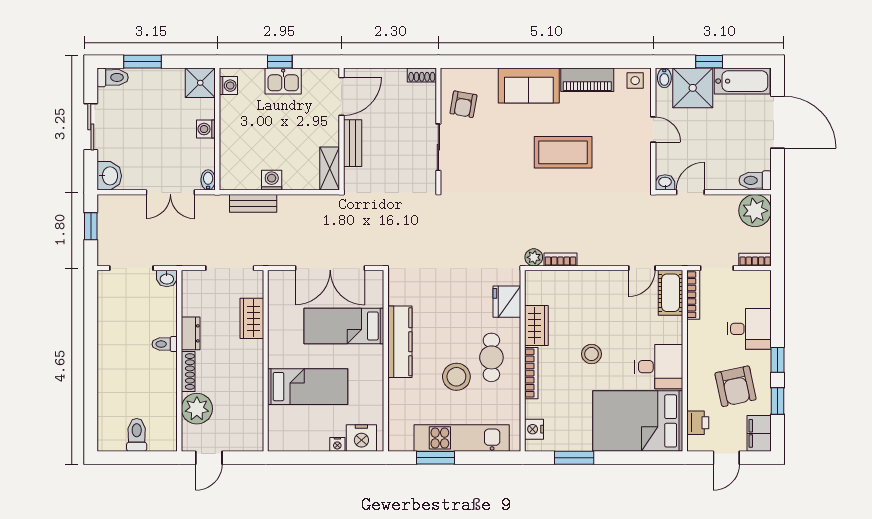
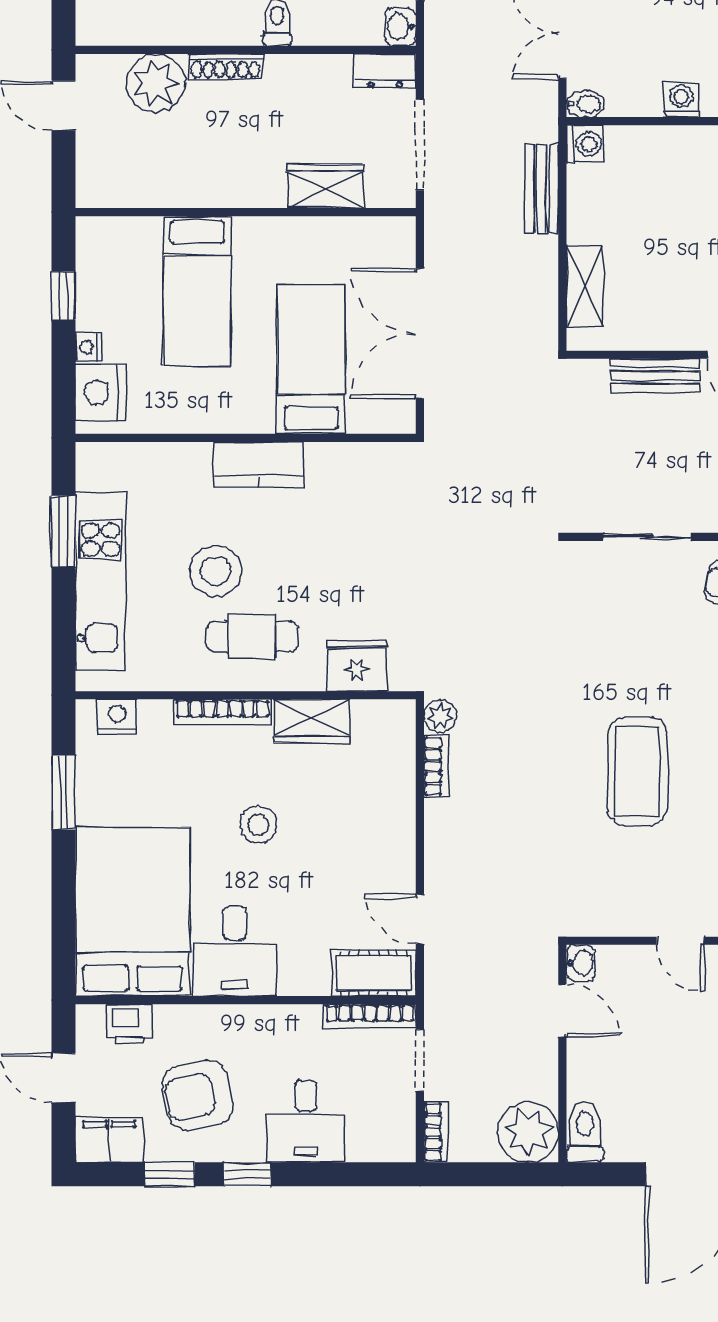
door: (653, 130) -> (680, 941), hinge flipped
shelving: (330, 168) -> (585, 286), moved, turned 90
washing machine: (272, 180) -> (585, 144), moved
dresser: (191, 333) -> (385, 71), moved
kitchen counter: (400, 342) -> (259, 464), width x0.67
window: (310, 458) -> (63, 296), added

